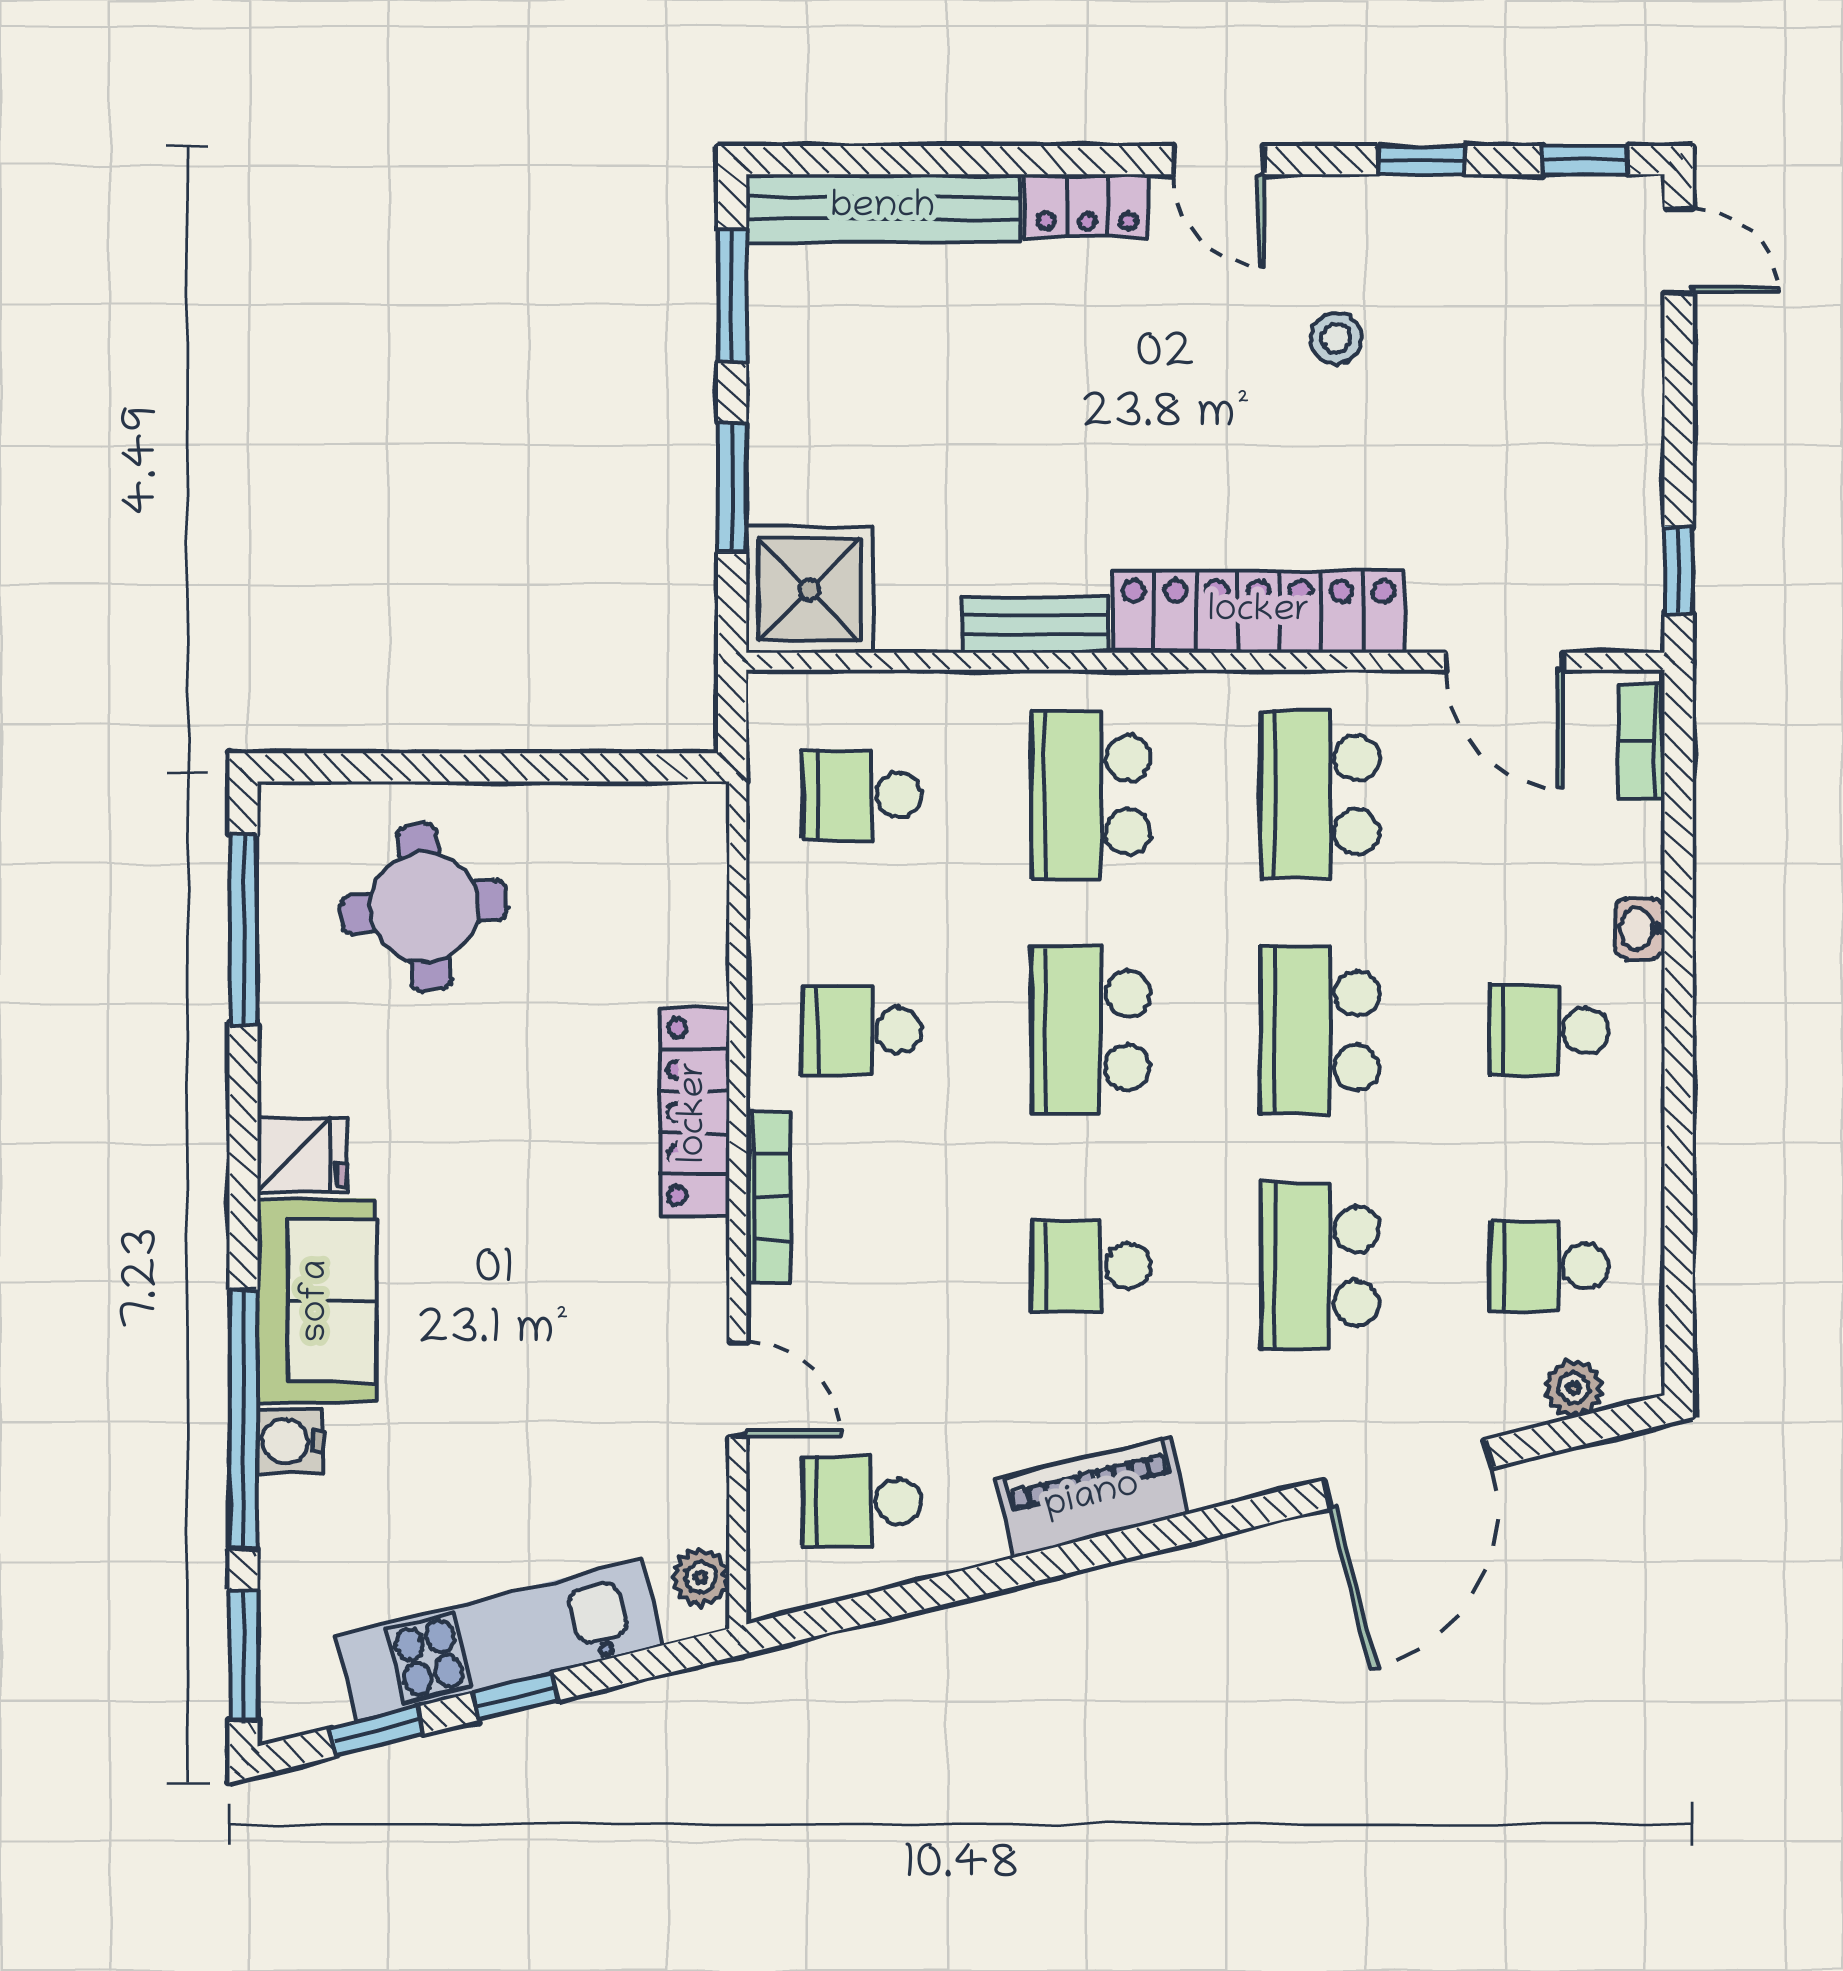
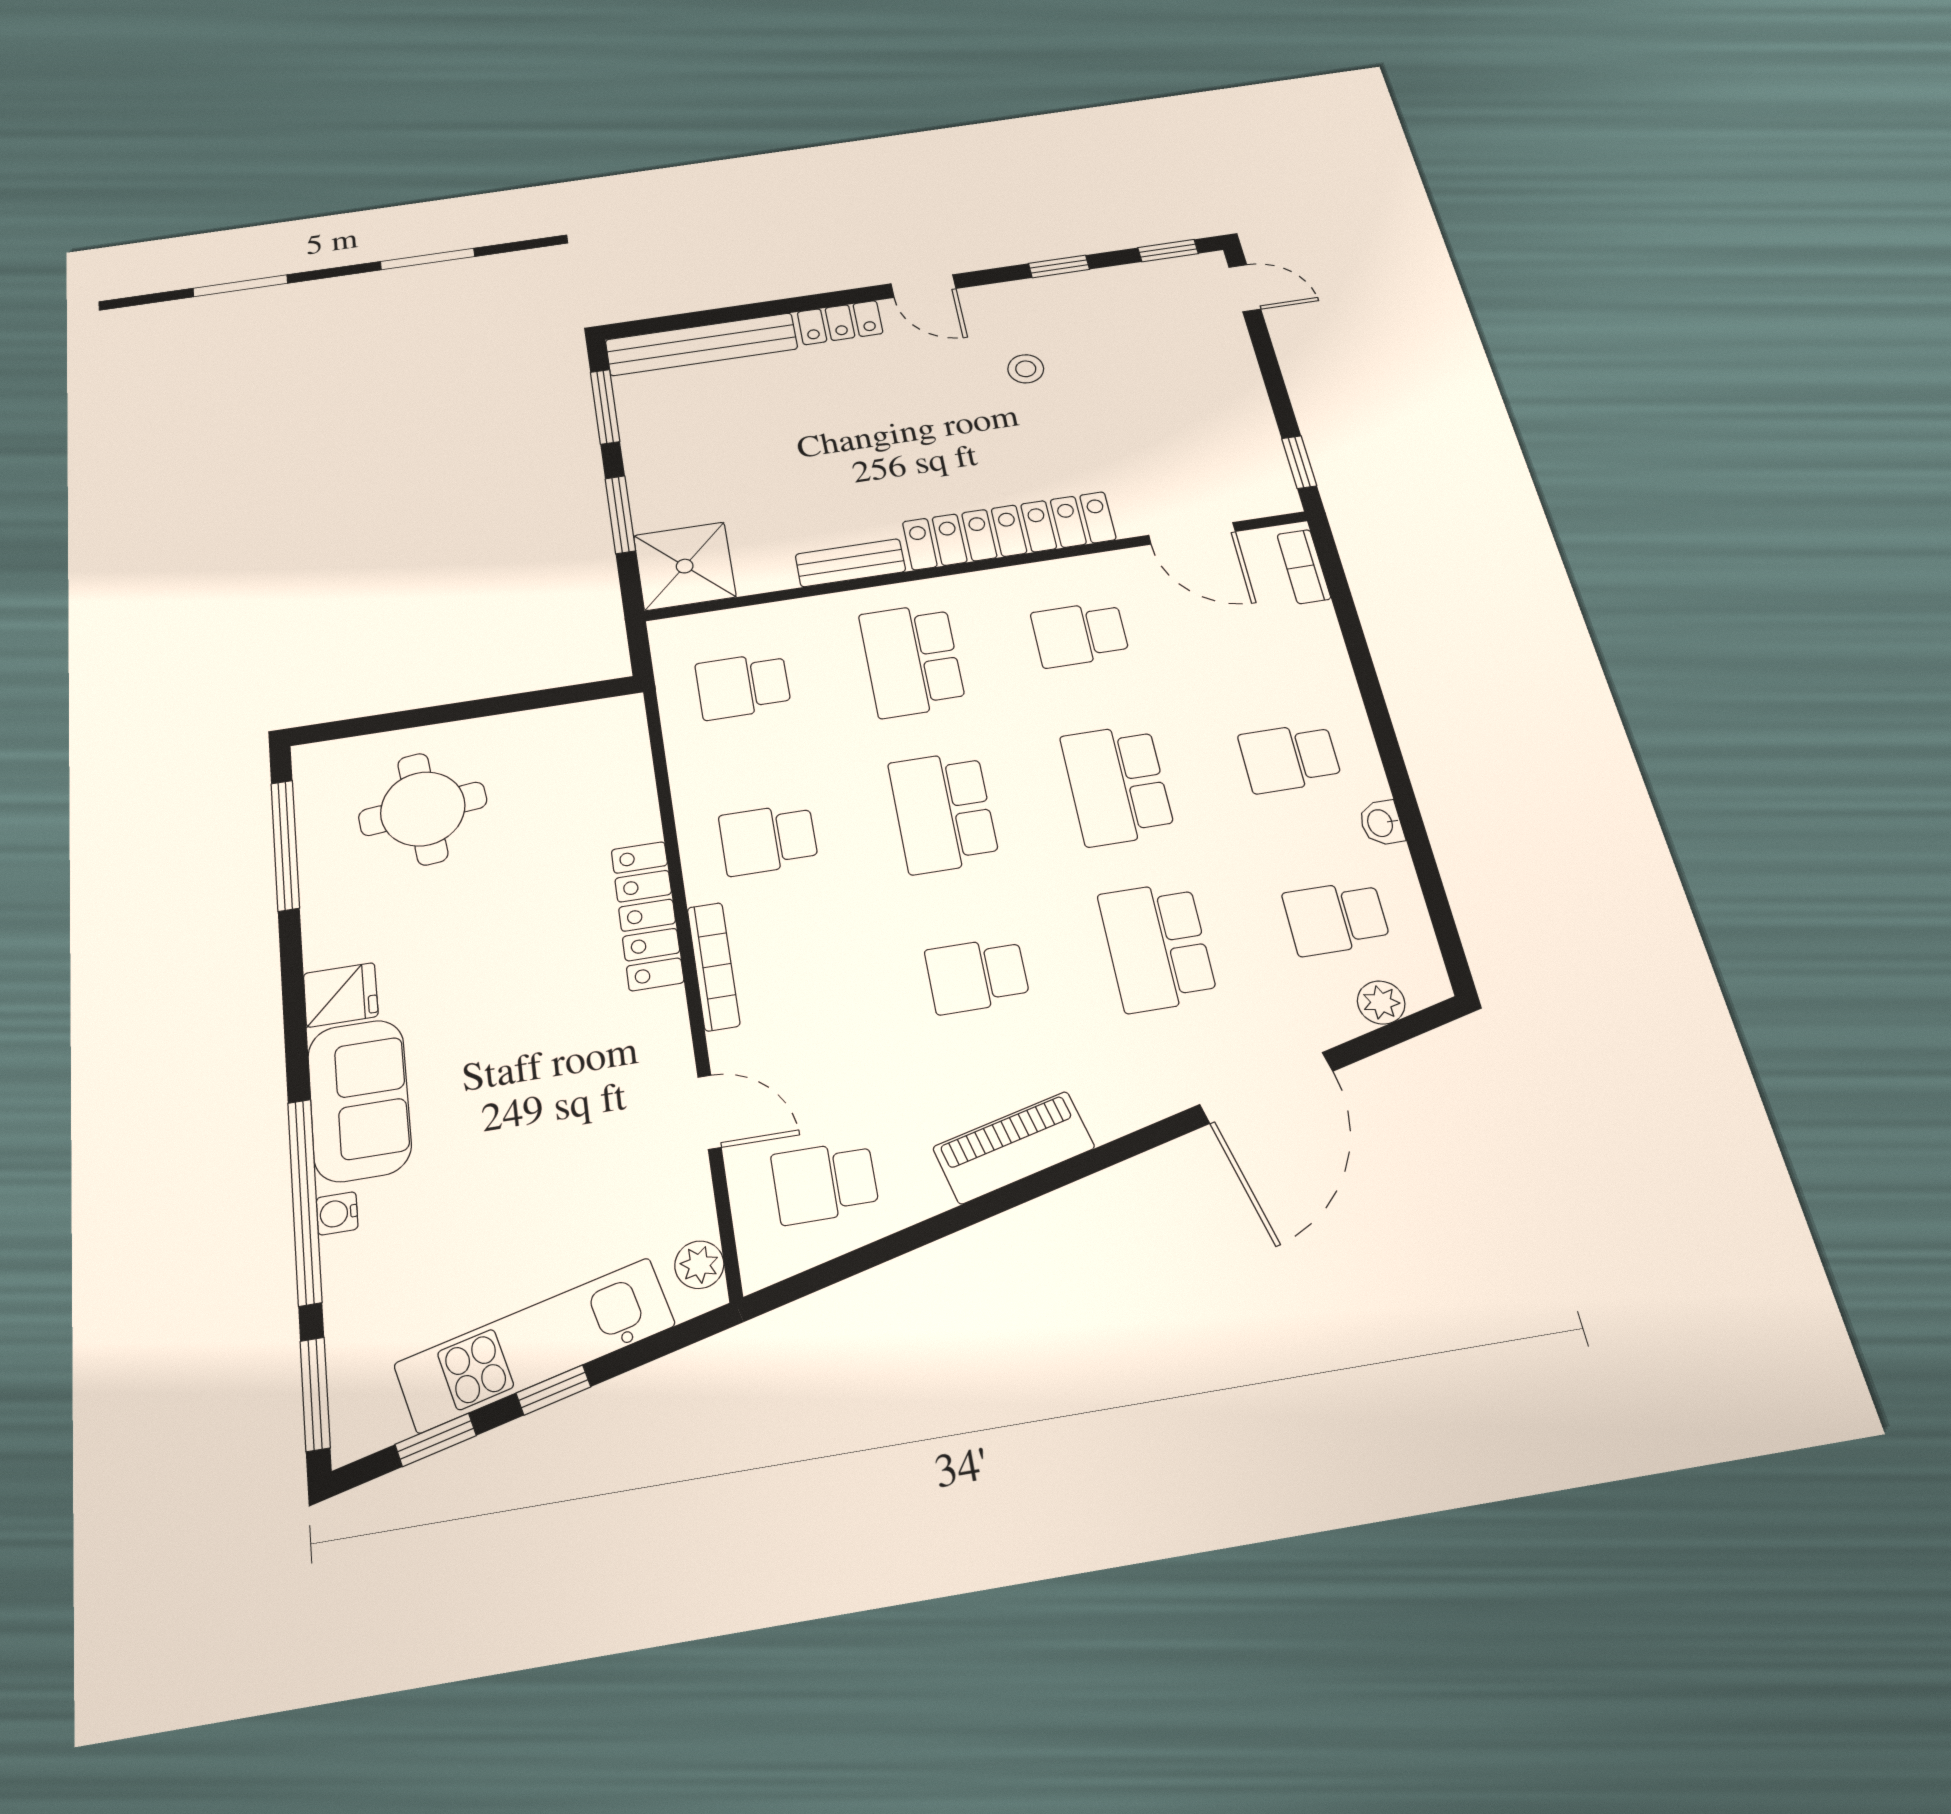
school desk: (1320, 795) -> (1080, 634), width x0.54
washbasin: (1640, 929) -> (1381, 823), moved
water cooler: (290, 1441) -> (337, 1213), width x0.72, depth x0.72

